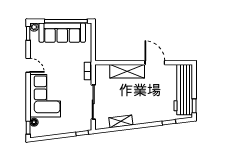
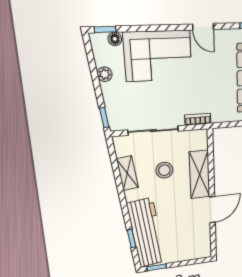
door: (28, 65) -> (203, 27), hinge flipped
workbench: (183, 90) -> (146, 233), moved, turned 83
stool: (121, 96) -> (164, 170), added
plant: (55, 130) -> (105, 74), added

